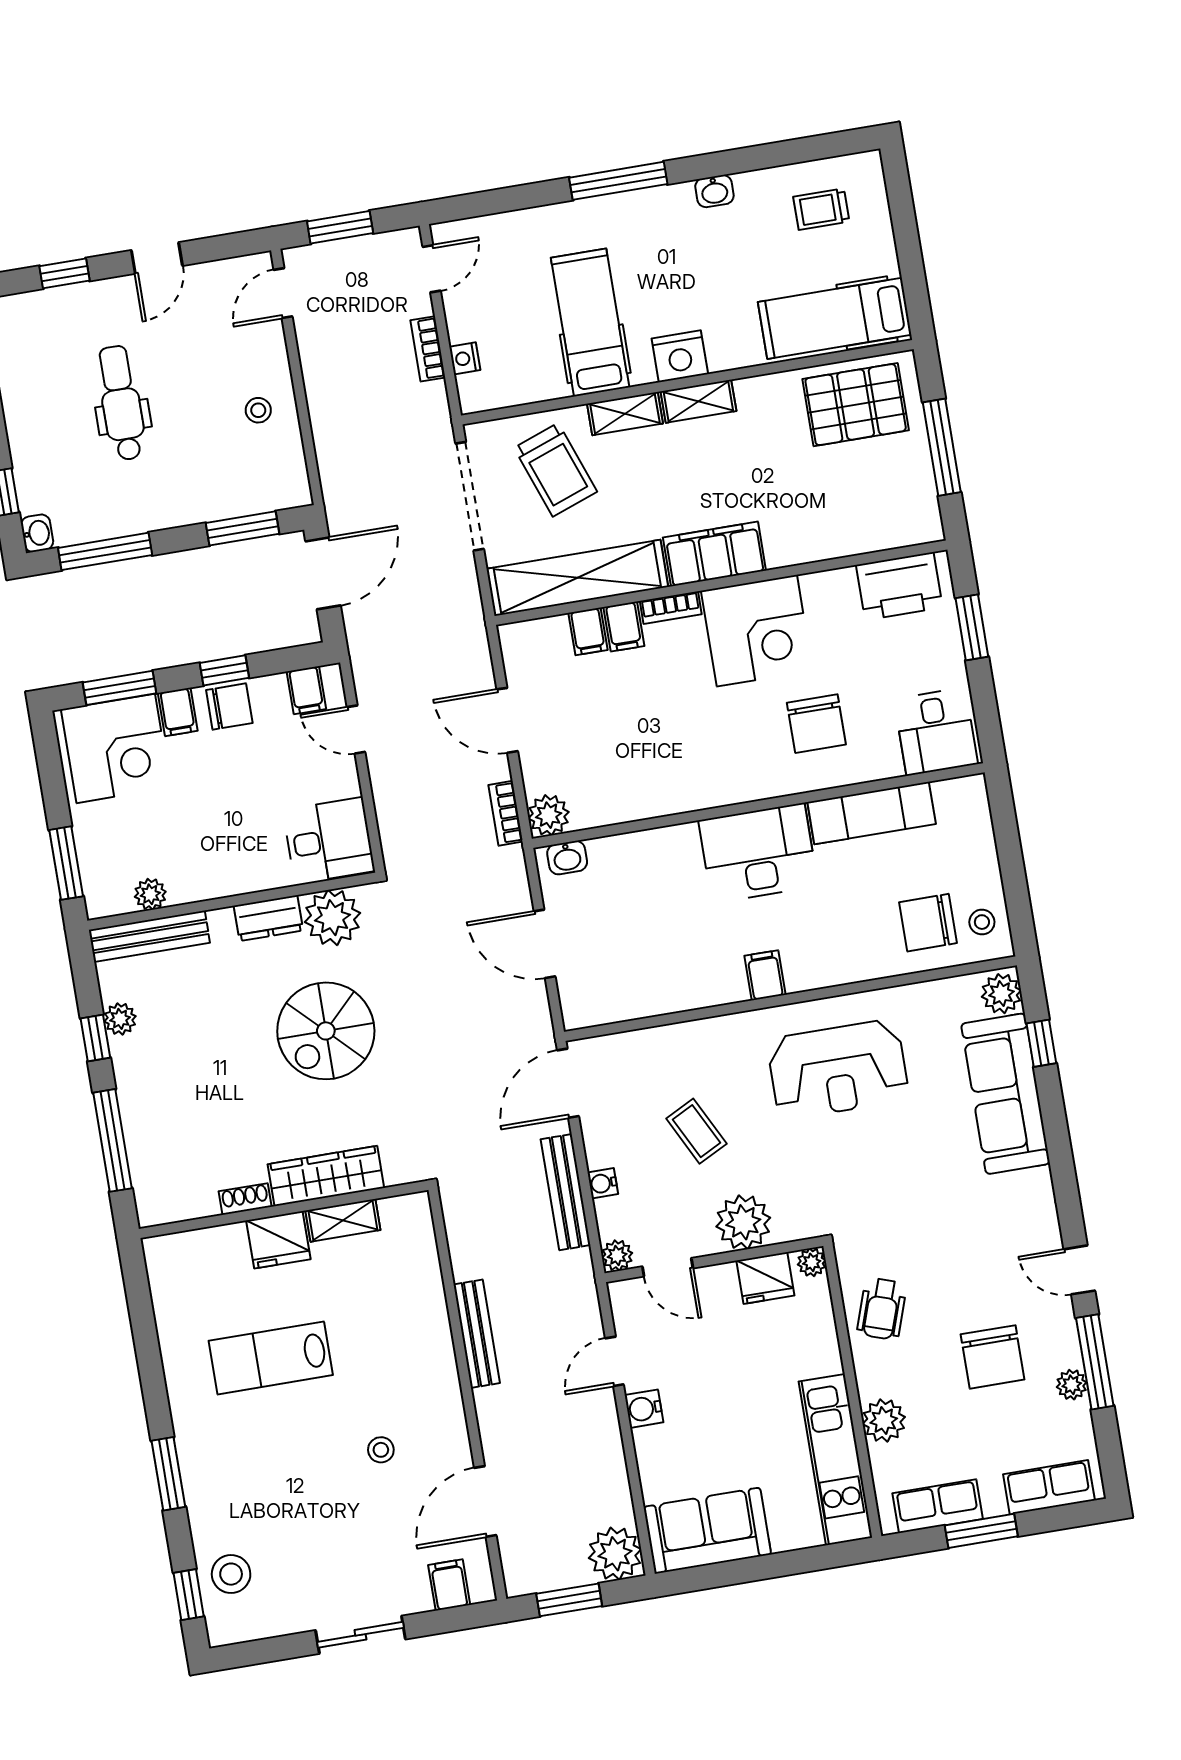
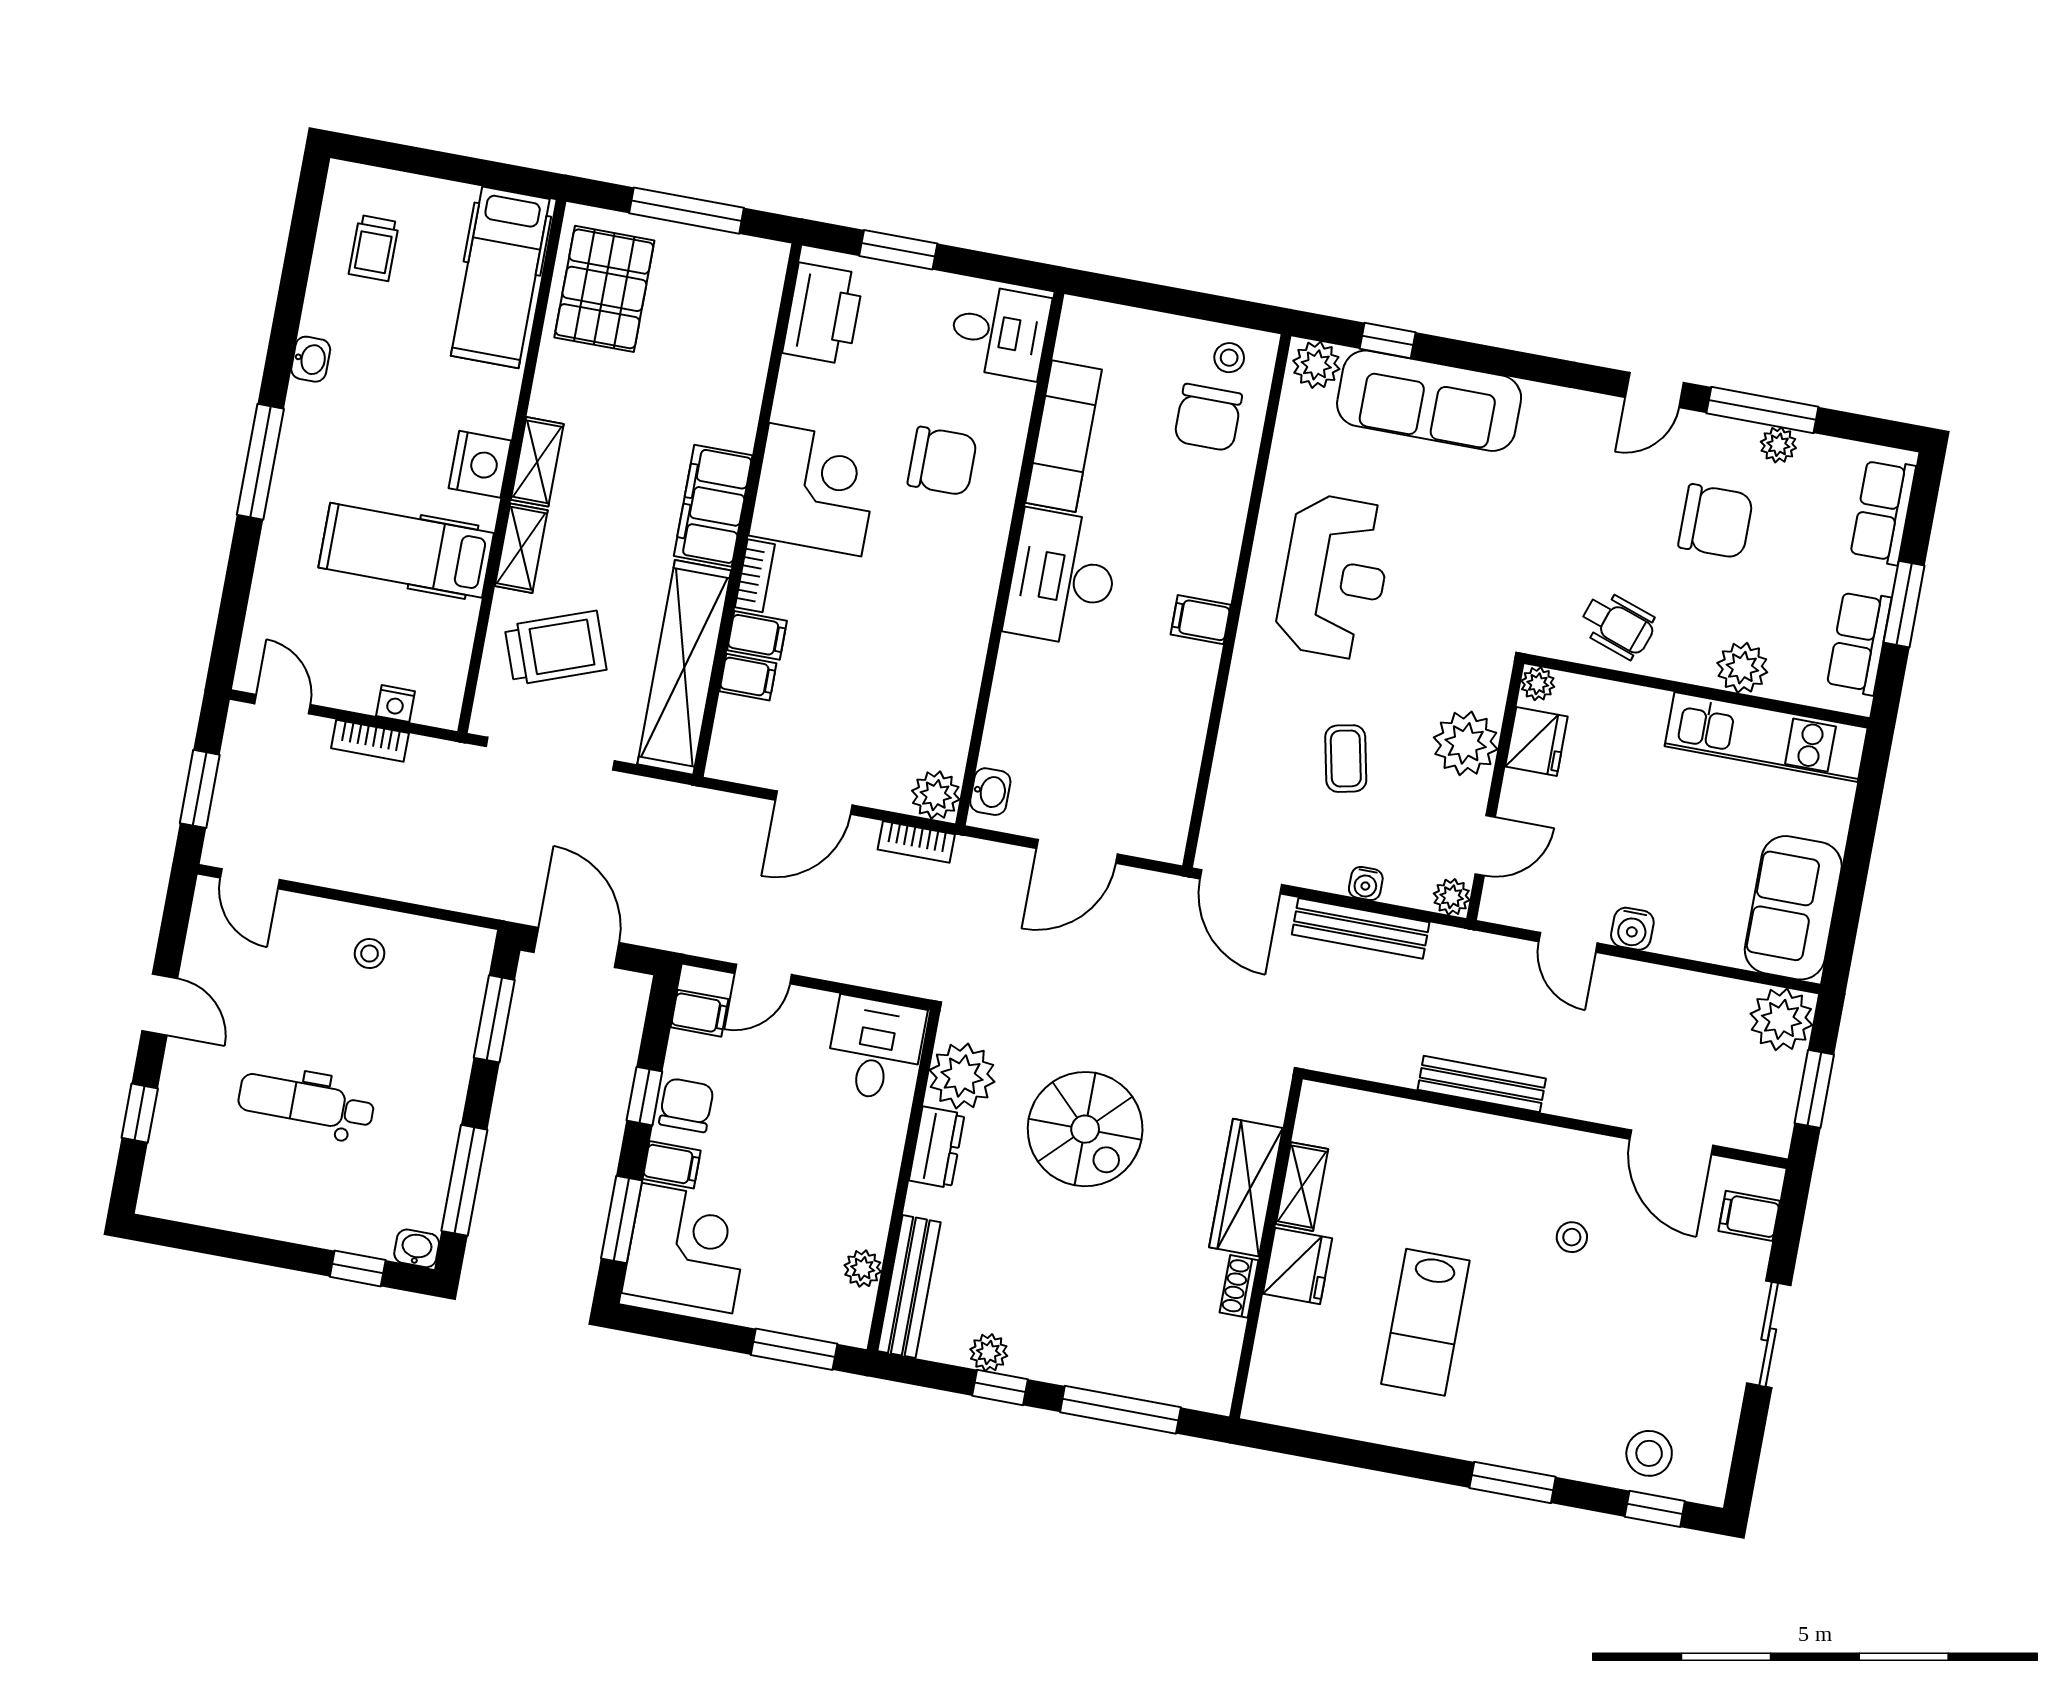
coffee table: (696, 1131) -> (1346, 759), turned -75

